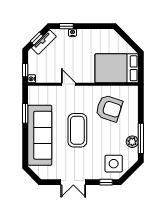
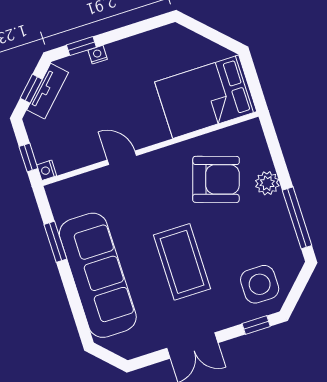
coffee table: (77, 130) -> (182, 262), moved
plant: (132, 142) -> (267, 183), moved

